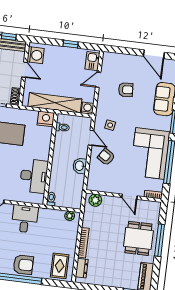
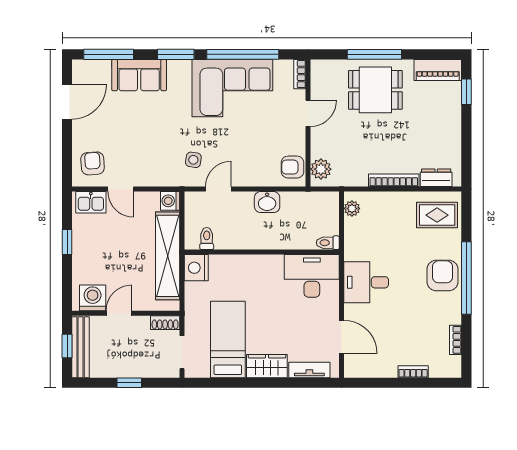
armchair: (126, 90) -> (93, 163), moved
armchair: (106, 157) -> (293, 167), moved, turned 57
desk: (34, 176) -> (312, 276), moved

